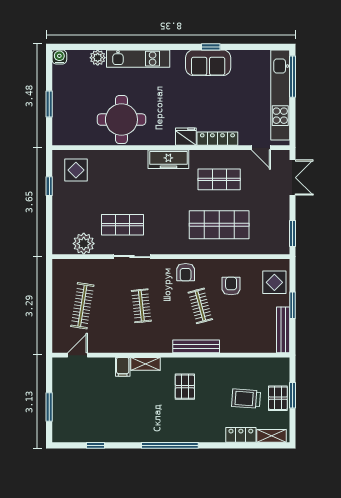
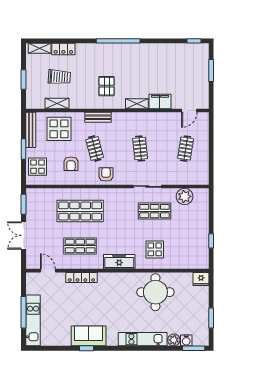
window: (72, 47) -> (194, 348), added
water cooler: (59, 57) -> (186, 340), moved
window: (293, 77) -> (24, 312), moved
kitchen unit: (280, 95) -> (33, 320), width x0.73
window: (49, 104) -> (211, 318), moved
fridge: (186, 137) -> (201, 279), moved
display table: (76, 170) -> (155, 249), moved
double door: (293, 178) -> (24, 235), moved
clothes rail: (82, 306) -> (186, 149), width x0.73
display table: (247, 331) -> (59, 129), added
bench: (196, 346) -> (98, 117), width x0.73
shelving: (249, 364) -> (57, 103), added
filing cabinet: (123, 367) -> (160, 101), width x2.00
pallet: (278, 398) -> (35, 77), removed
window: (95, 445) -> (194, 41), moved

